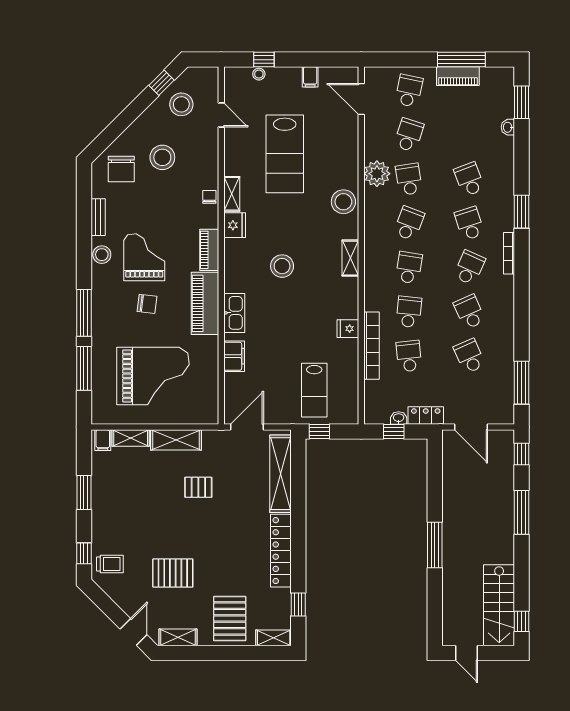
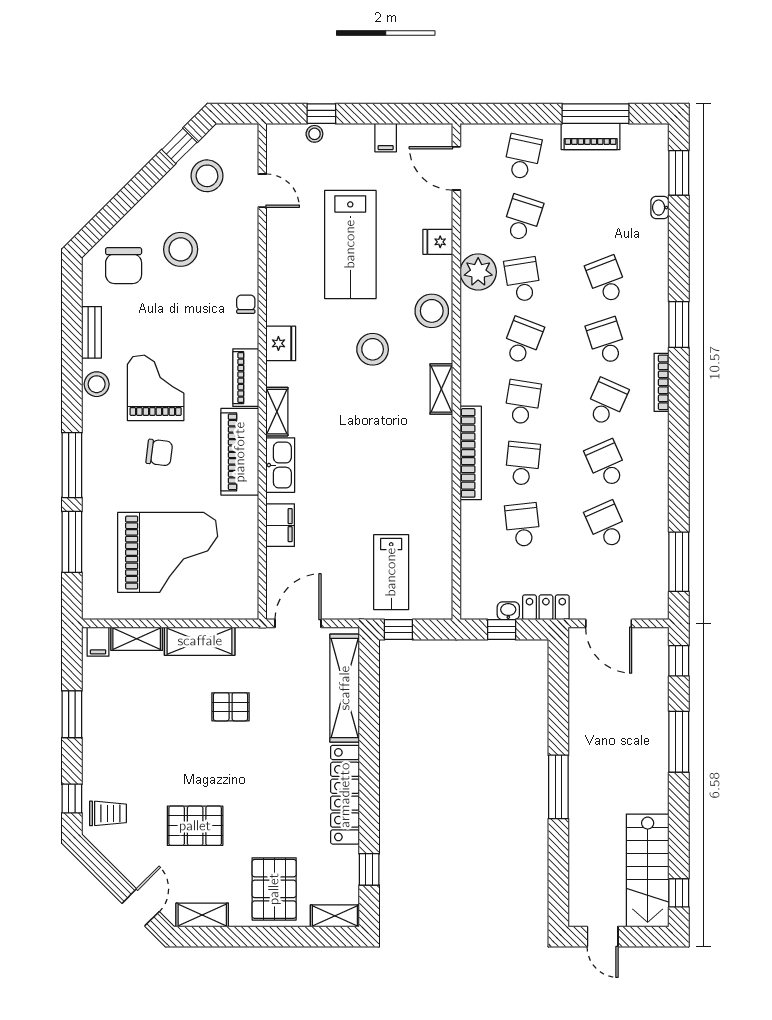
shelving: (232, 194) -> (277, 412), moved
stool: (282, 266) -> (373, 349), moved
fridge: (348, 329) -> (438, 242), moved
bookcase: (371, 346) -> (471, 453), moved

